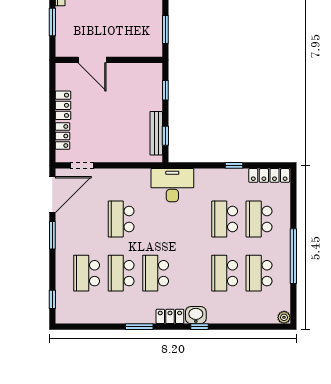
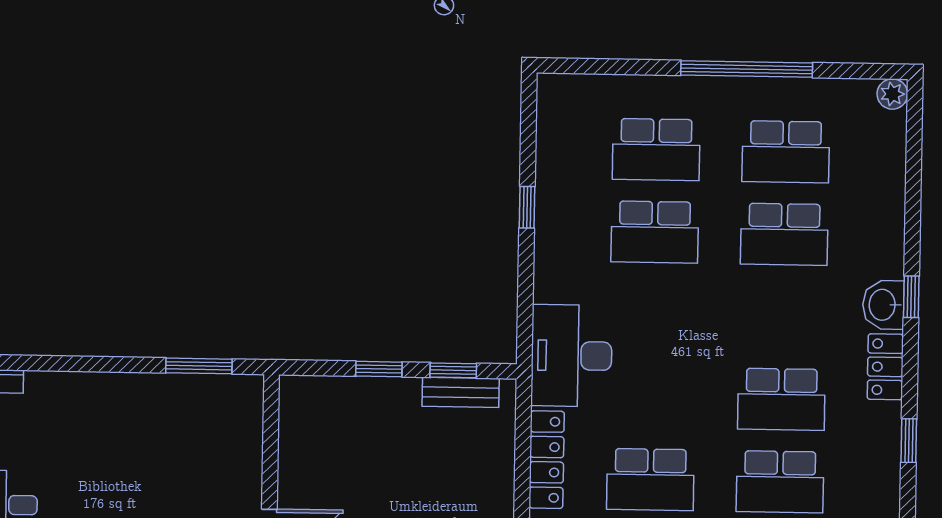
window: (165, 90) -> (379, 369), moved
bench: (156, 133) -> (461, 392), width x0.73
locker: (269, 175) -> (547, 460), moved
window: (139, 327) -> (909, 441), width x0.67

